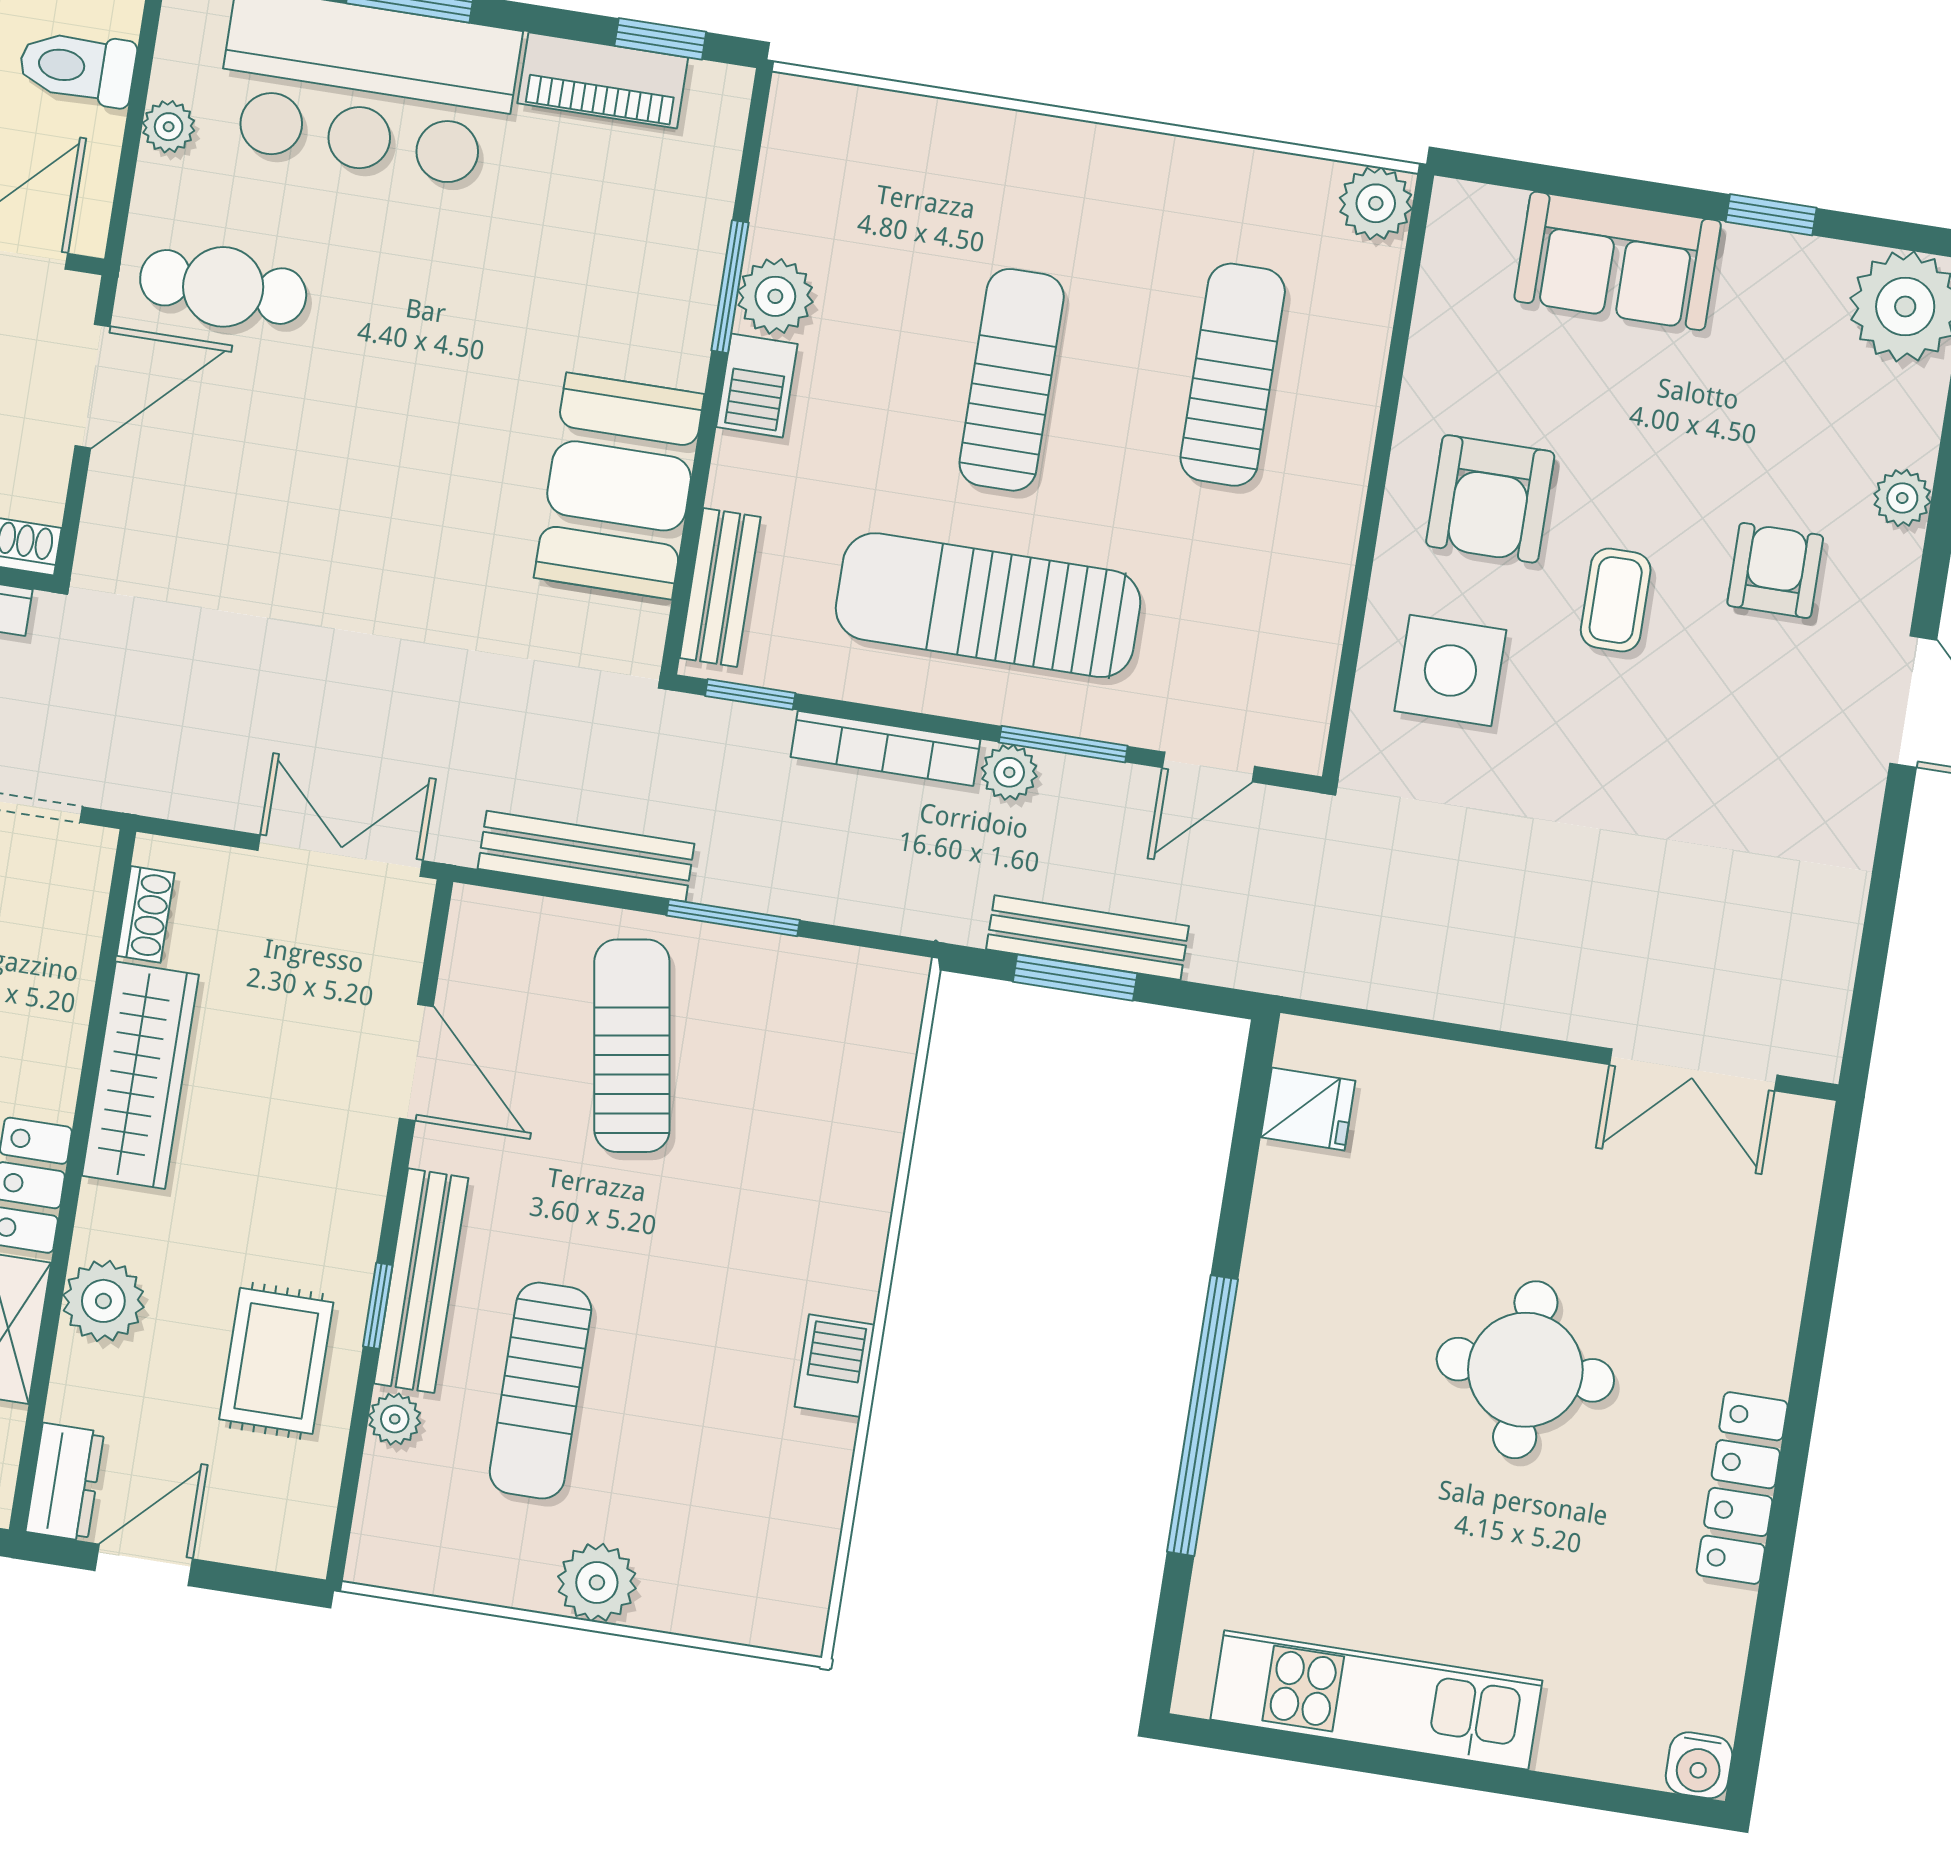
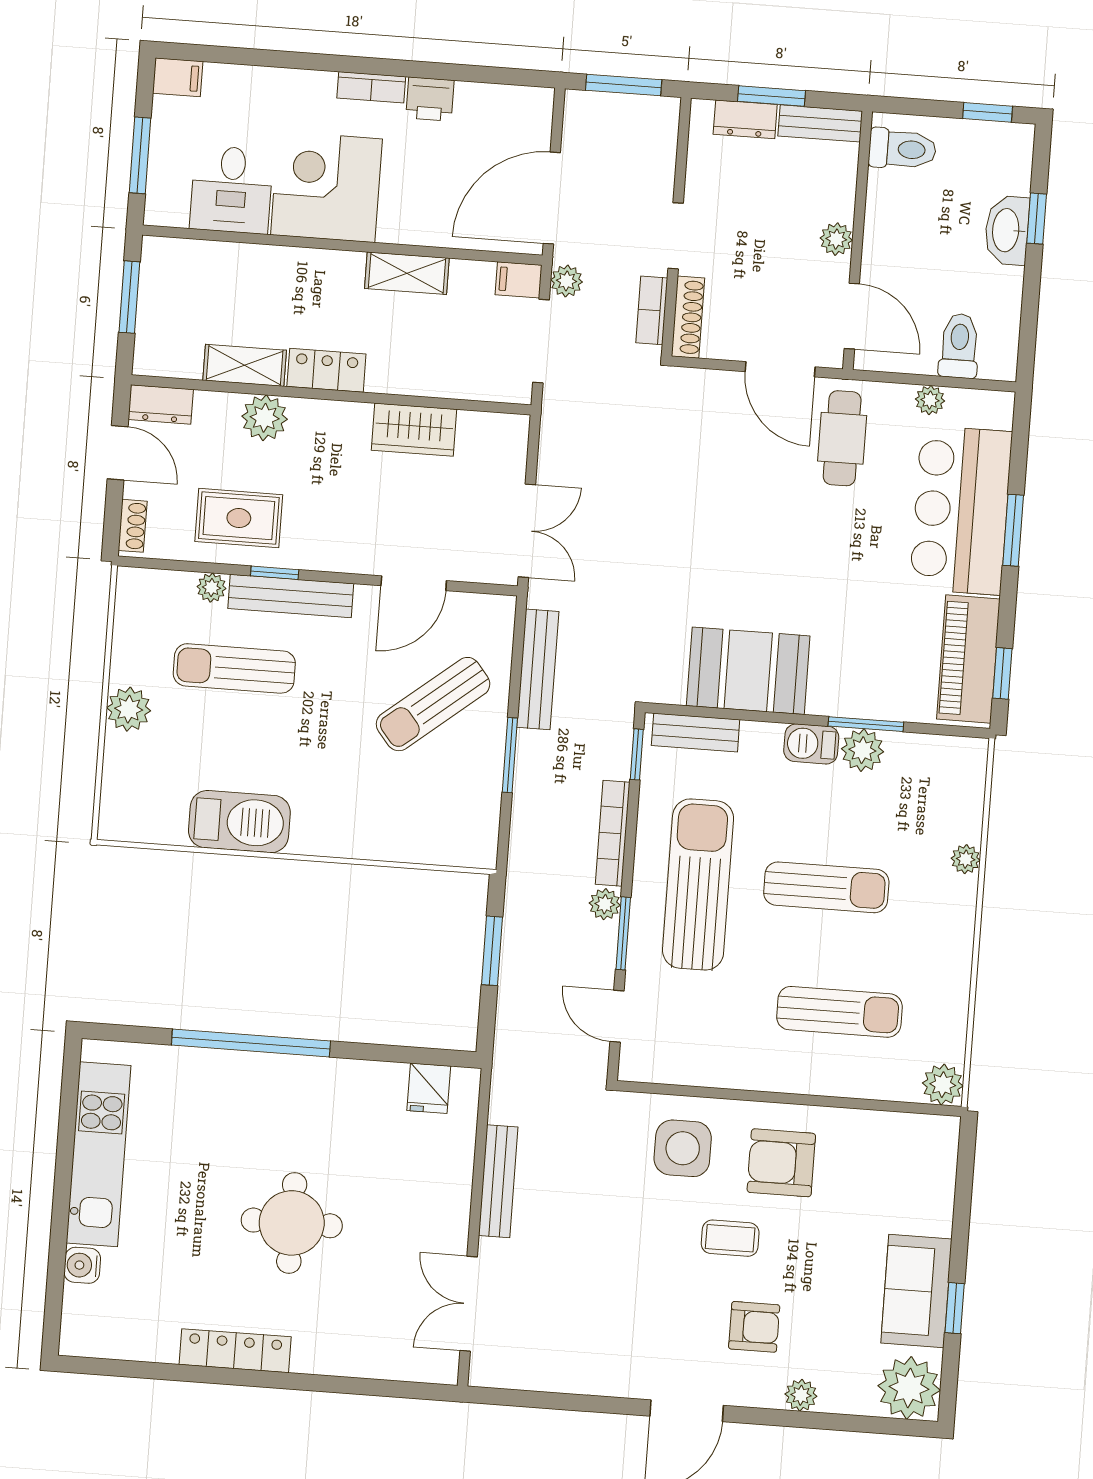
piano: (603, 80) -> (968, 659), width x1.37, depth x1.33
plant: (982, 130) -> (966, 859), added
sofa: (1618, 261) -> (916, 1291), moved
shoe rack: (146, 914) -> (133, 526), moved, turned -90
bench: (1087, 938) -> (498, 1181), moved
sun lounger: (632, 1046) -> (433, 704), turned 150
wardrobe: (140, 1075) -> (414, 430), width x0.67
barbecue: (835, 1366) -> (239, 822), width x1.88, depth x1.53
water cooler: (1699, 1765) -> (82, 1265), moved

